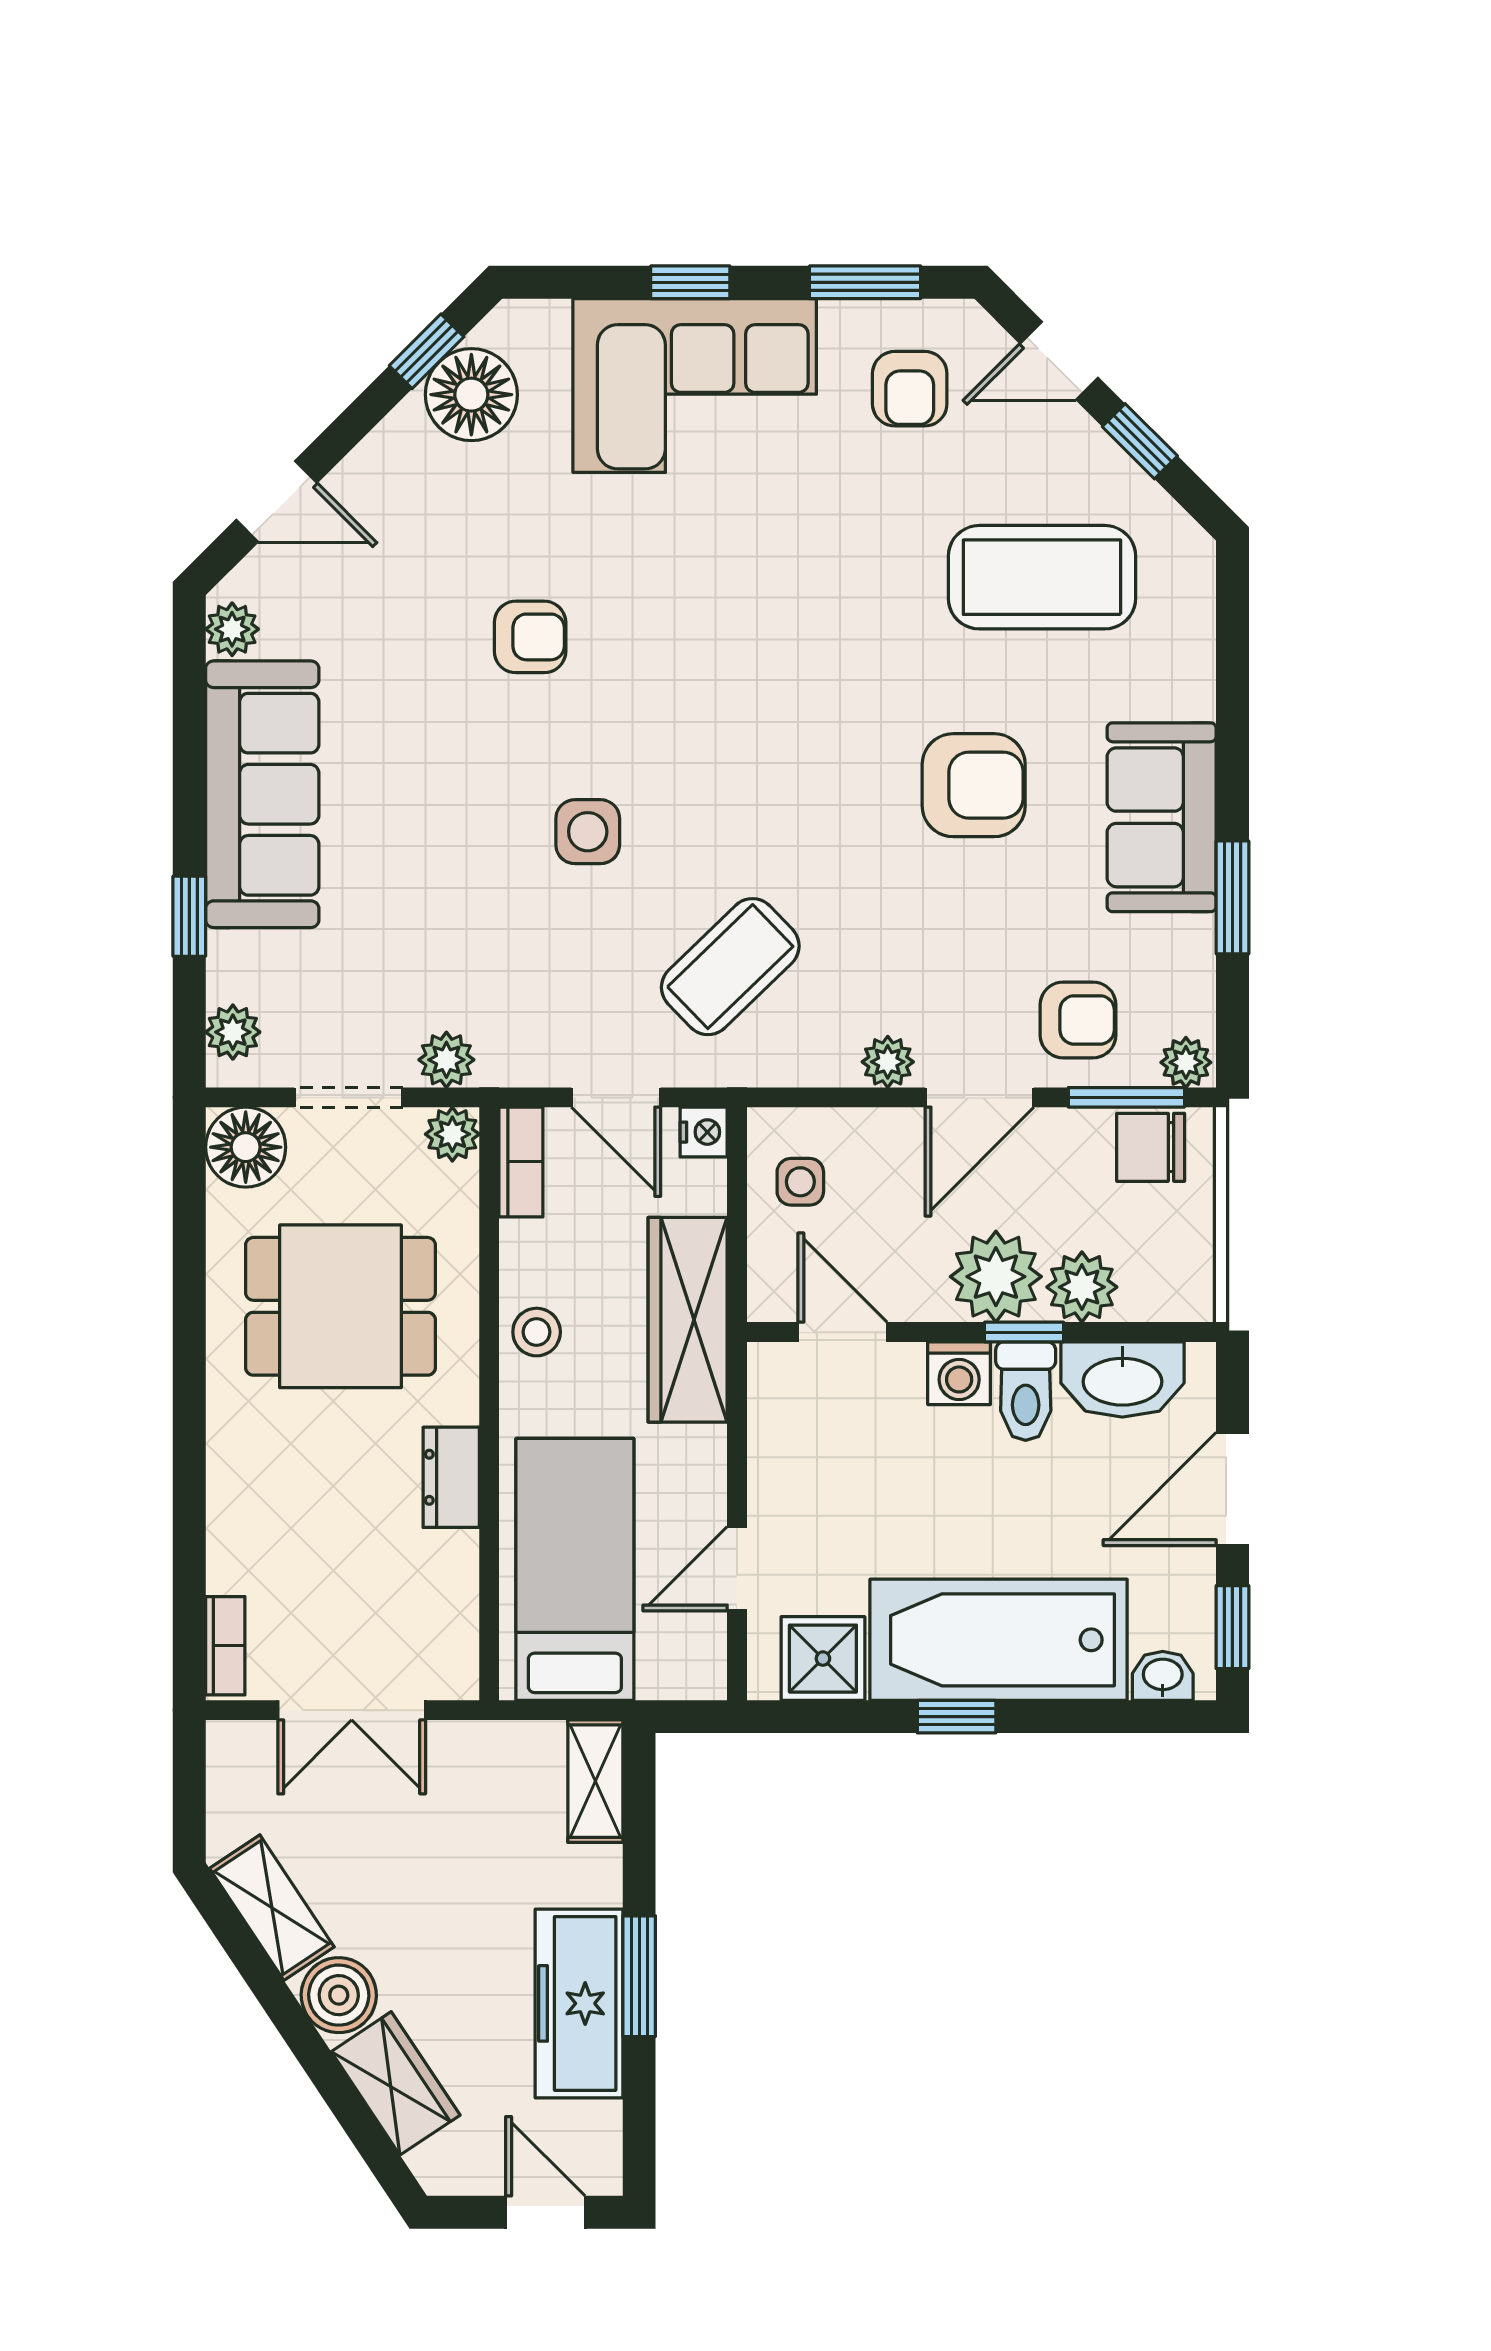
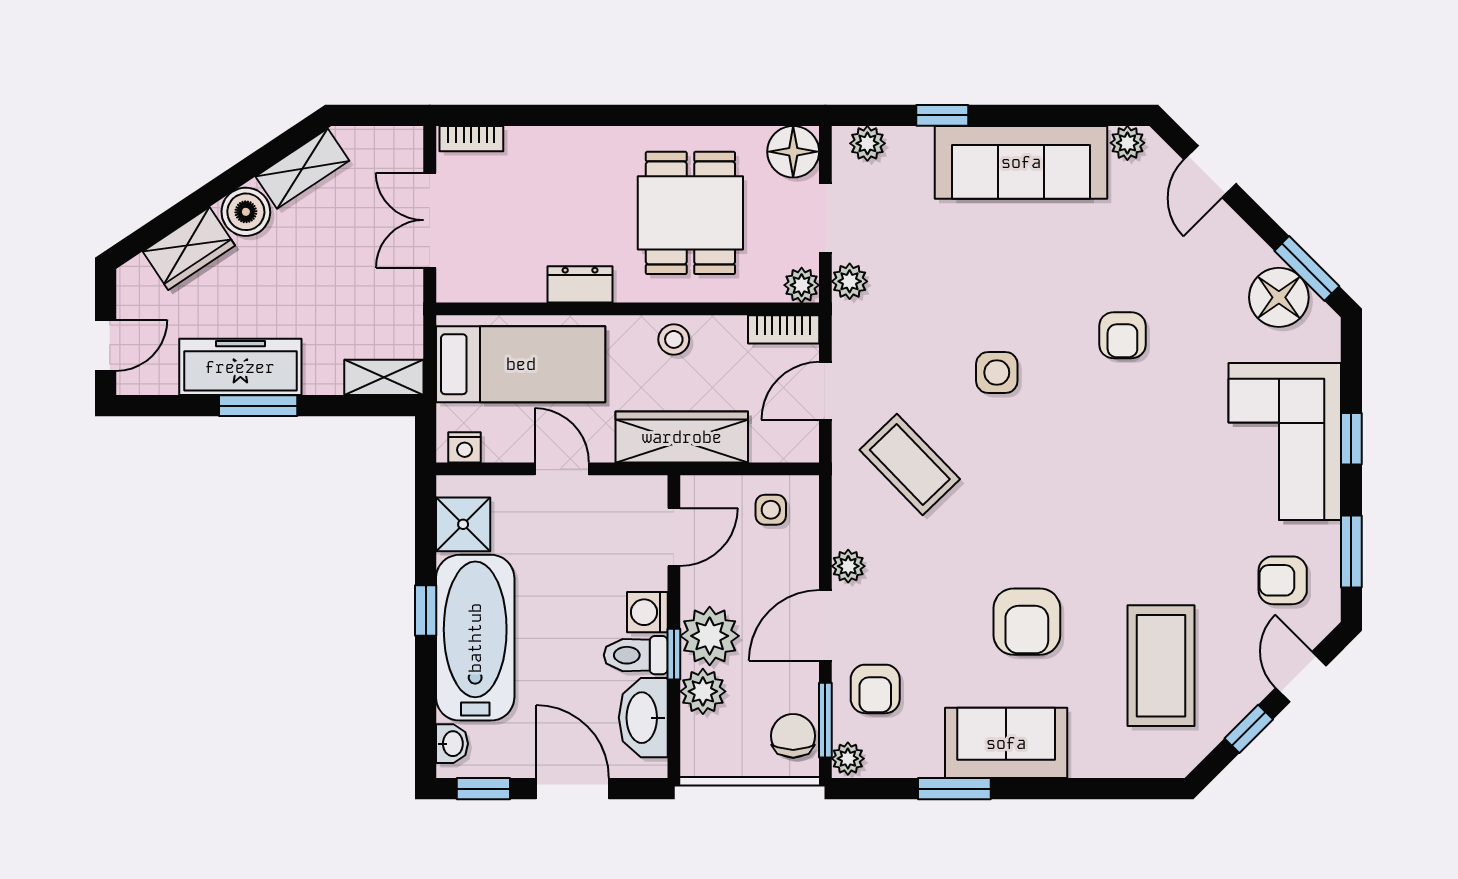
window: (427, 351) -> (1307, 268), width x1.50
door: (980, 1097) -> (825, 625), hinge flipped
nightstand: (704, 1132) -> (465, 447), moved
door: (737, 1569) -> (562, 469), moved

